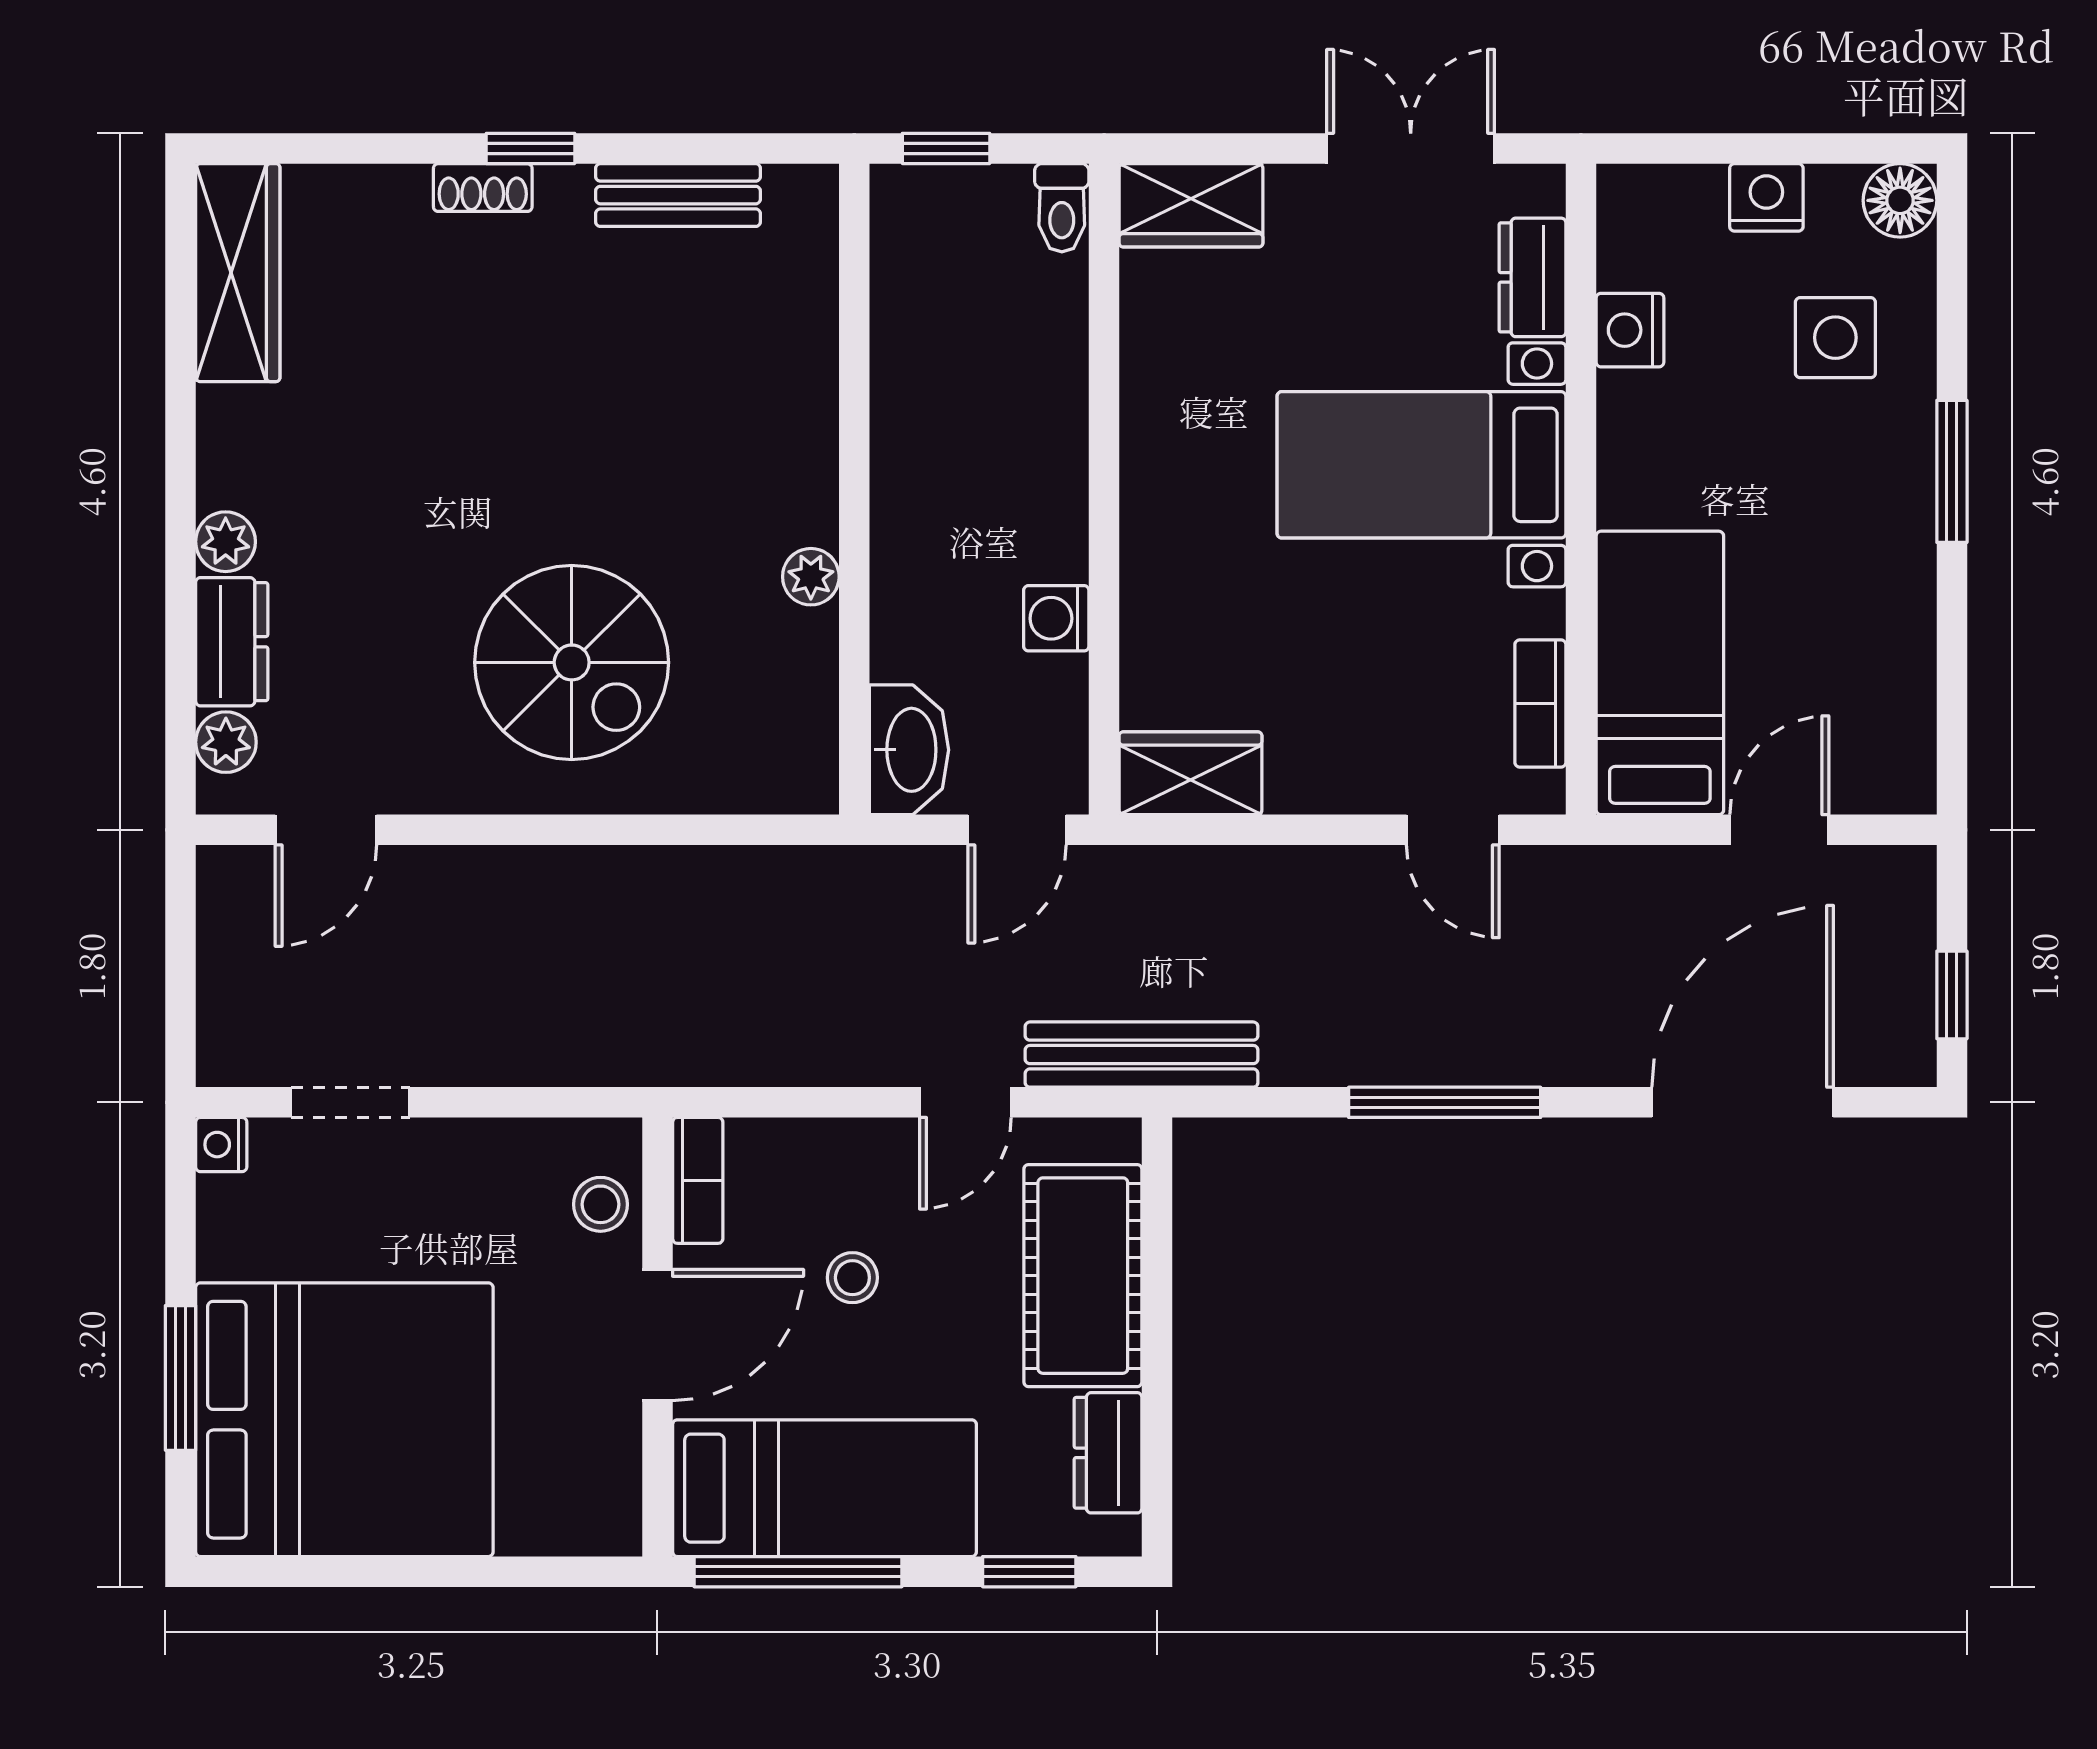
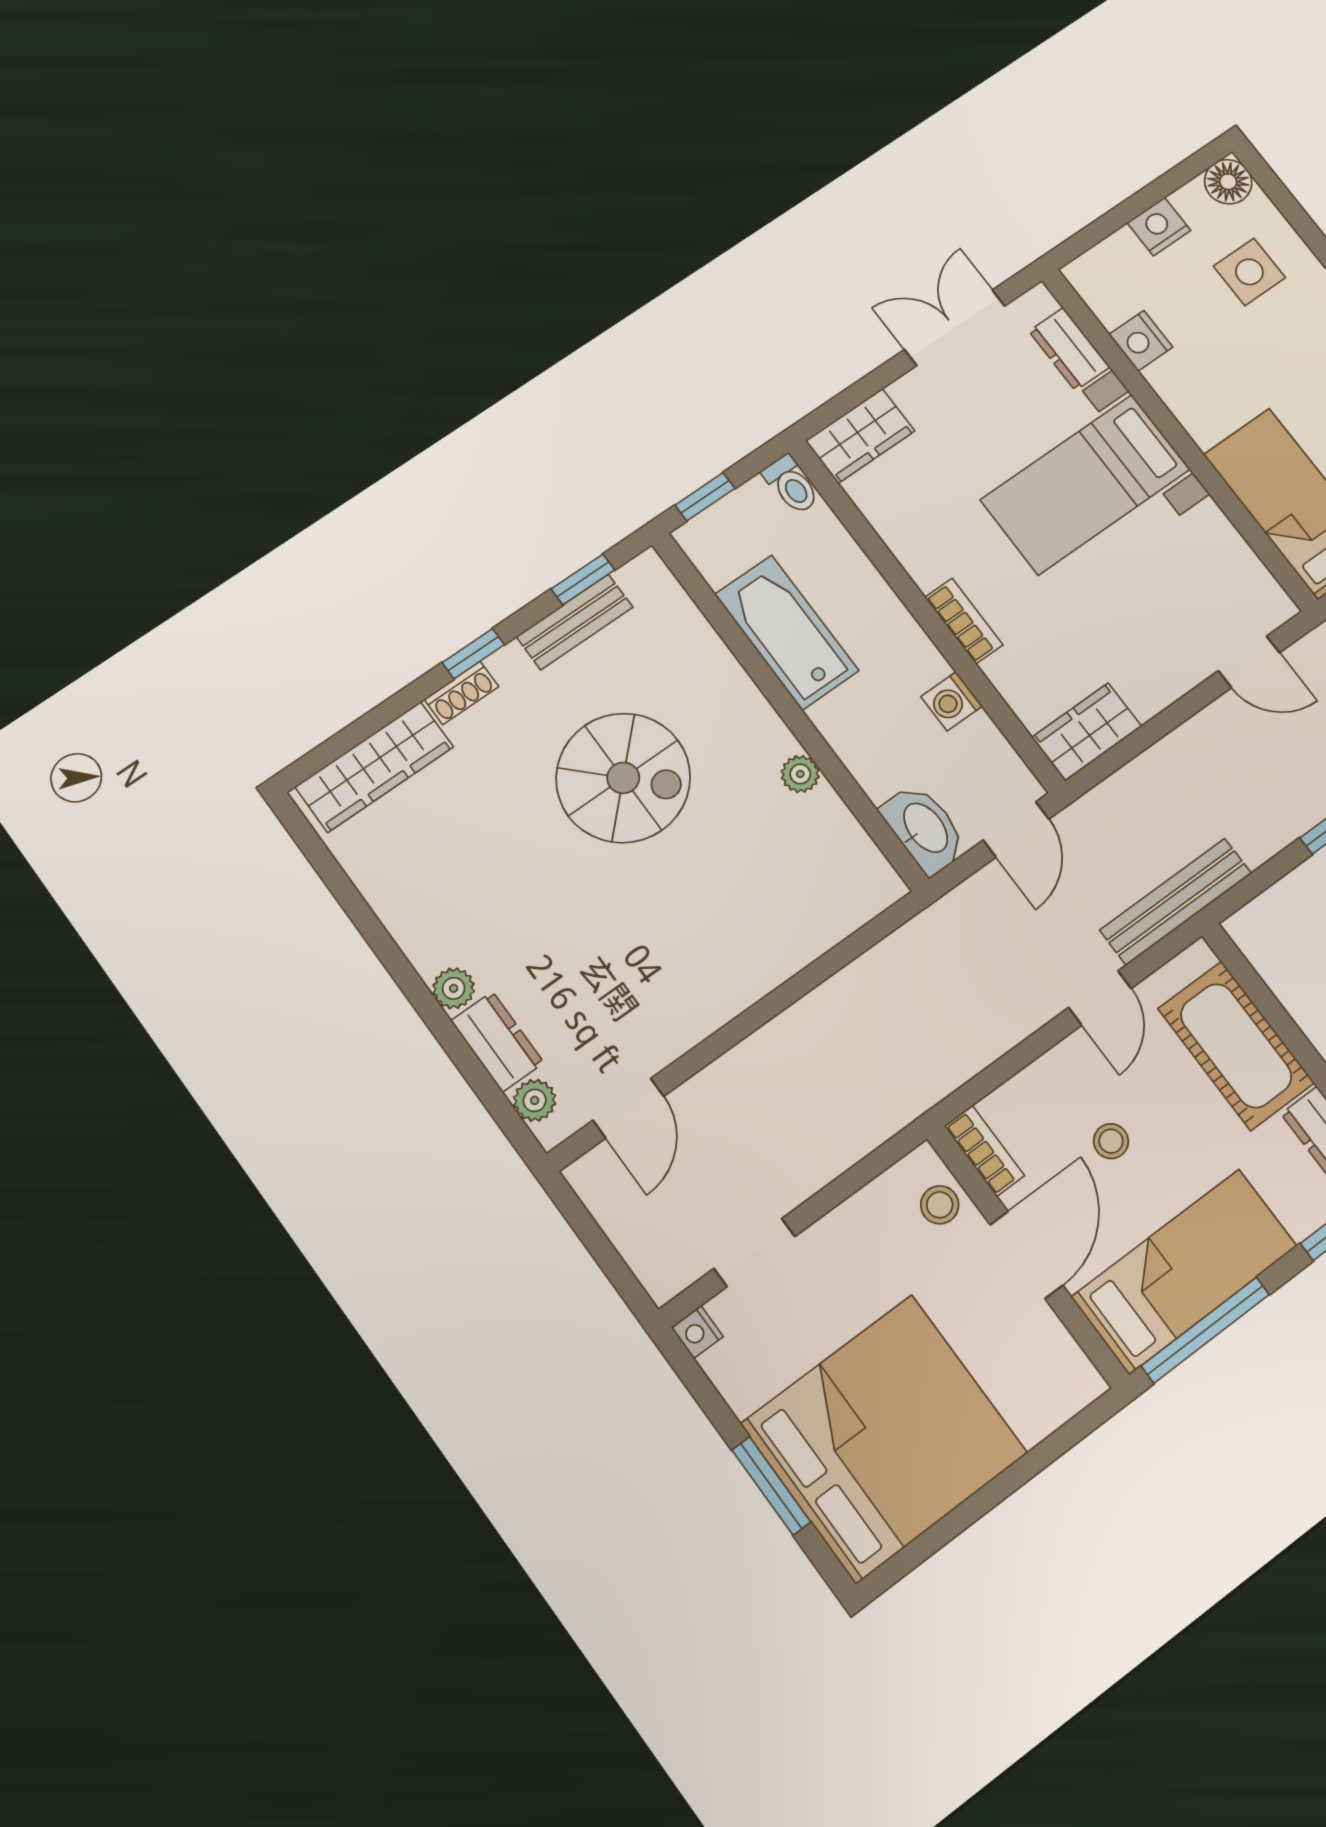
window: (725, 148) -> (583, 579), added
wardrobe: (238, 273) -> (374, 767), moved, turned 90
bathtub: (921, 390) -> (787, 632), added
spiral stairs: (572, 662) -> (623, 778), moved
bookcase: (1540, 703) -> (964, 621), moved, turned 180

